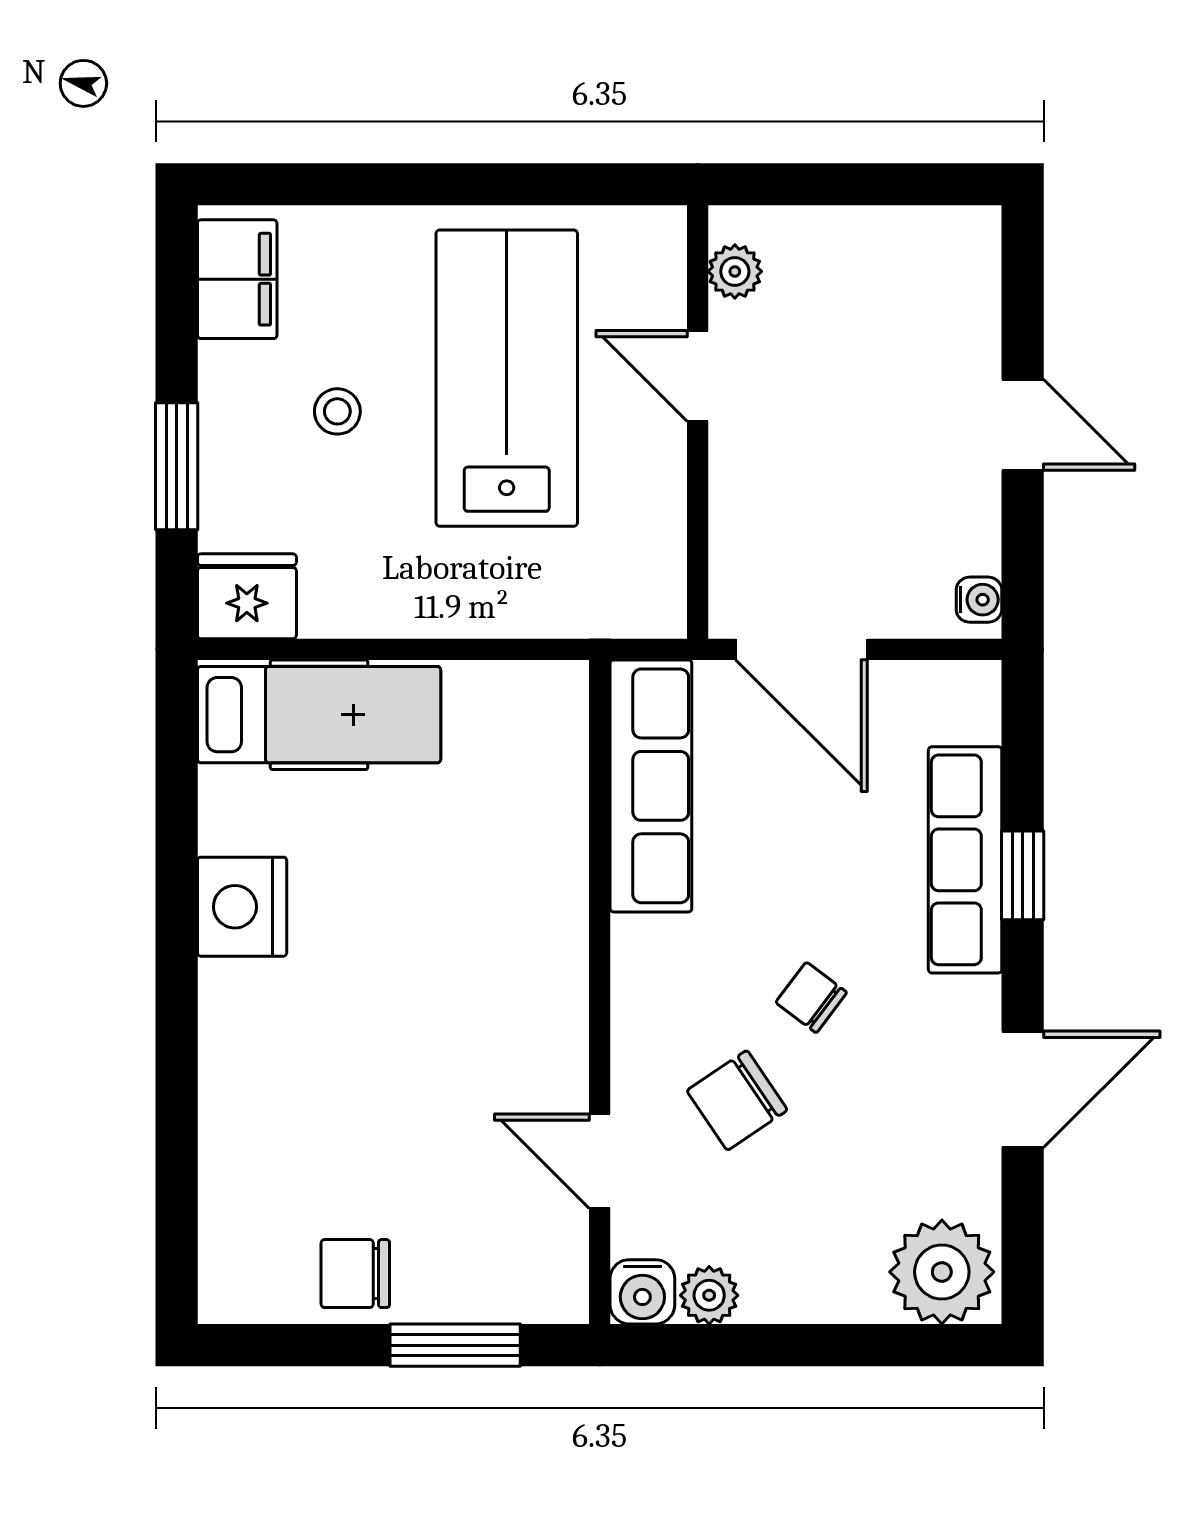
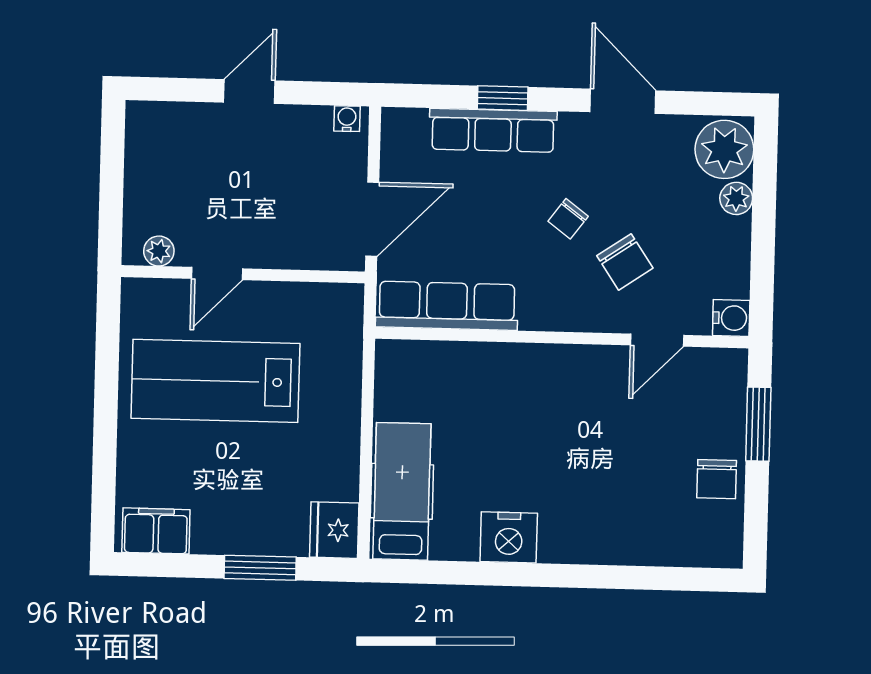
stool: (337, 411) -> (232, 477), removed
plant: (709, 1295) -> (736, 198), moved

